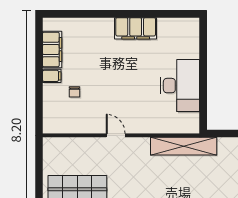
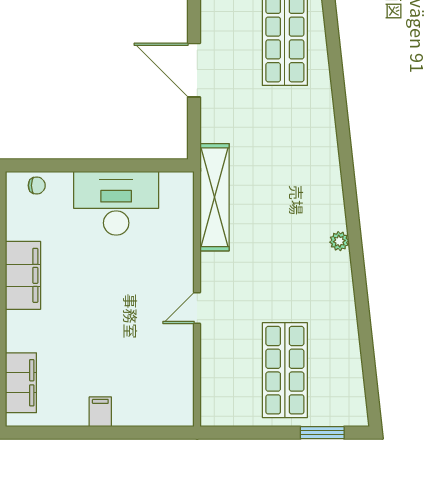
filing cabinet: (52, 49) -> (21, 383), moved, turned 90
chair: (74, 92) -> (37, 185), moved

